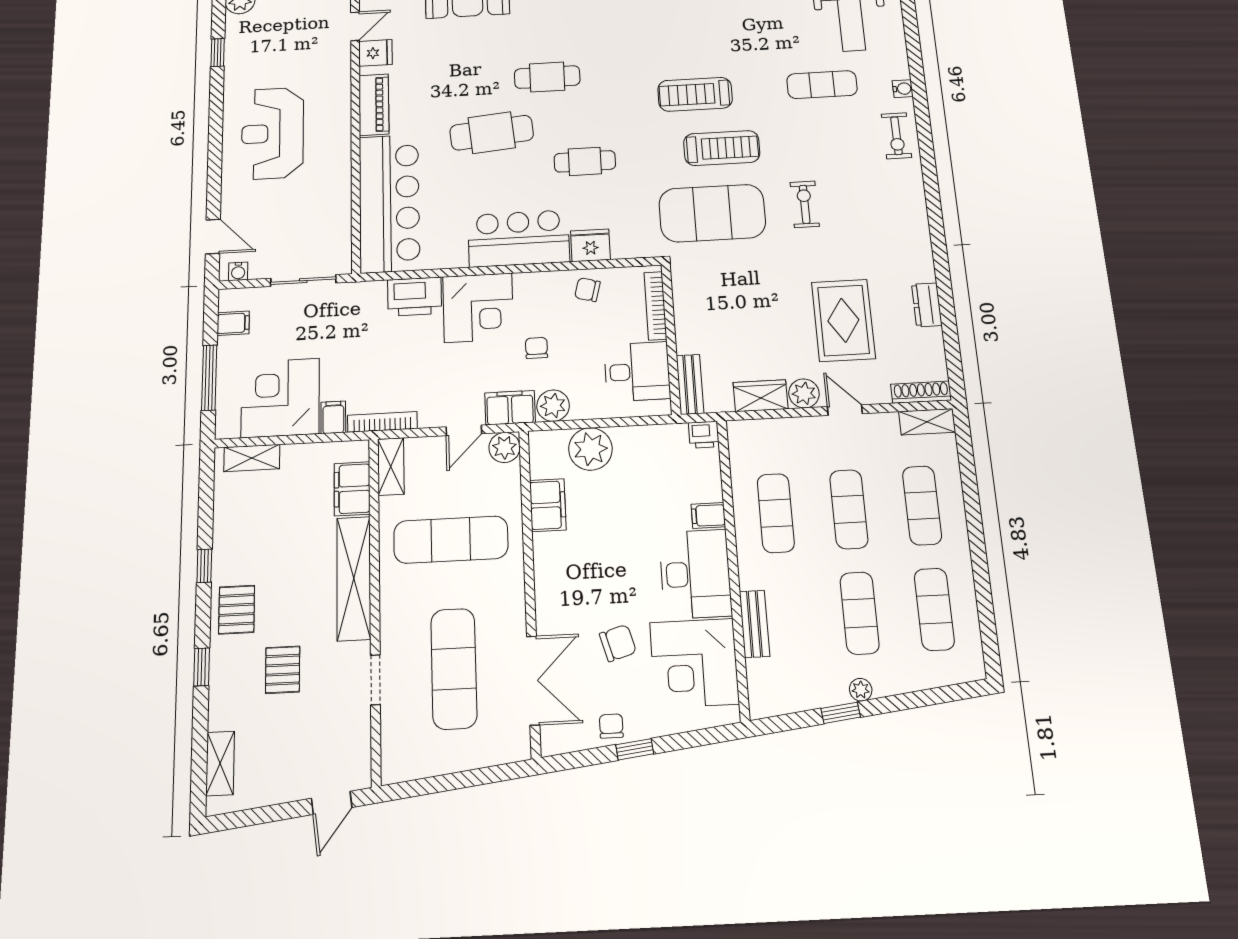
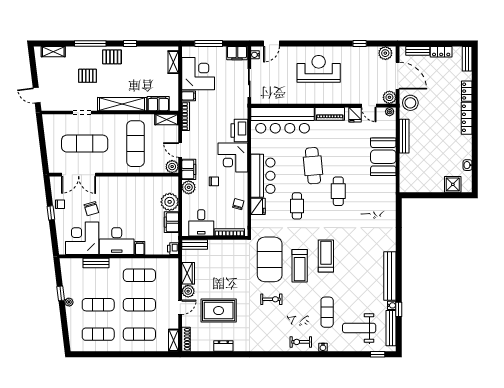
filing cabinet: (233, 323) -> (237, 53), width x2.00
filing cabinet: (548, 505) -> (171, 222), moved, turned 90
window: (202, 667) -> (90, 43), width x2.17

